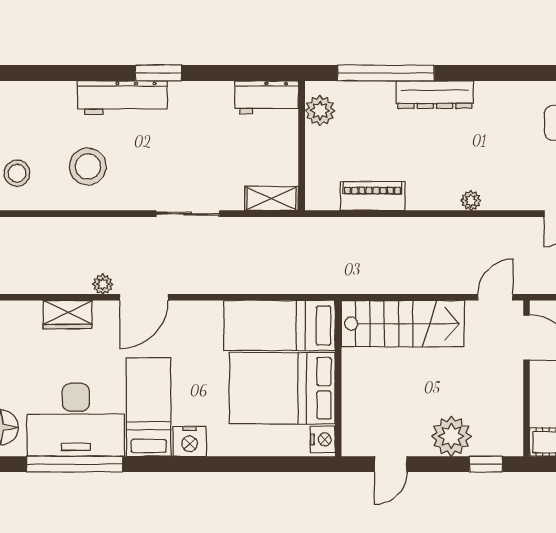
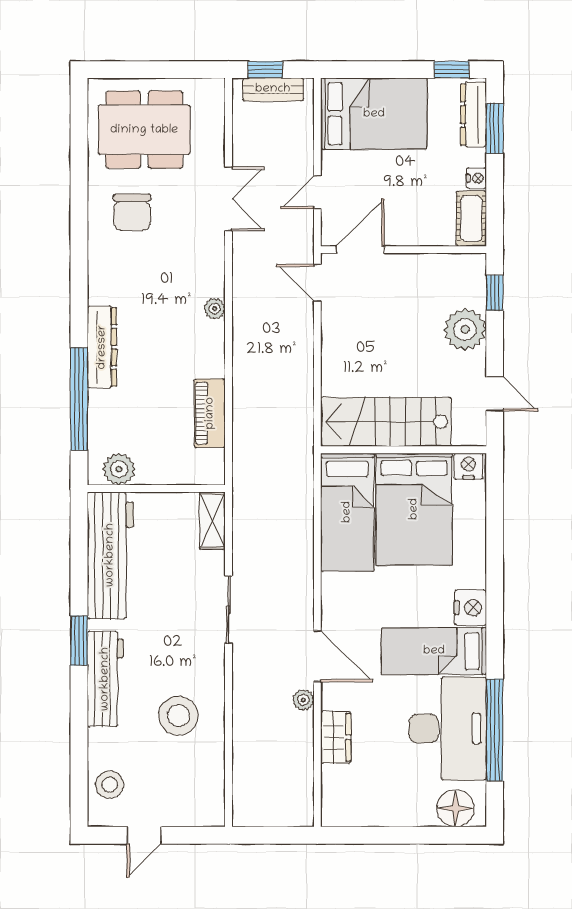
workbench: (267, 97) -> (110, 555), width x1.88, depth x1.32
stool: (17, 173) -> (110, 785), moved
stairs: (403, 324) -> (386, 422), moved, turned -90

